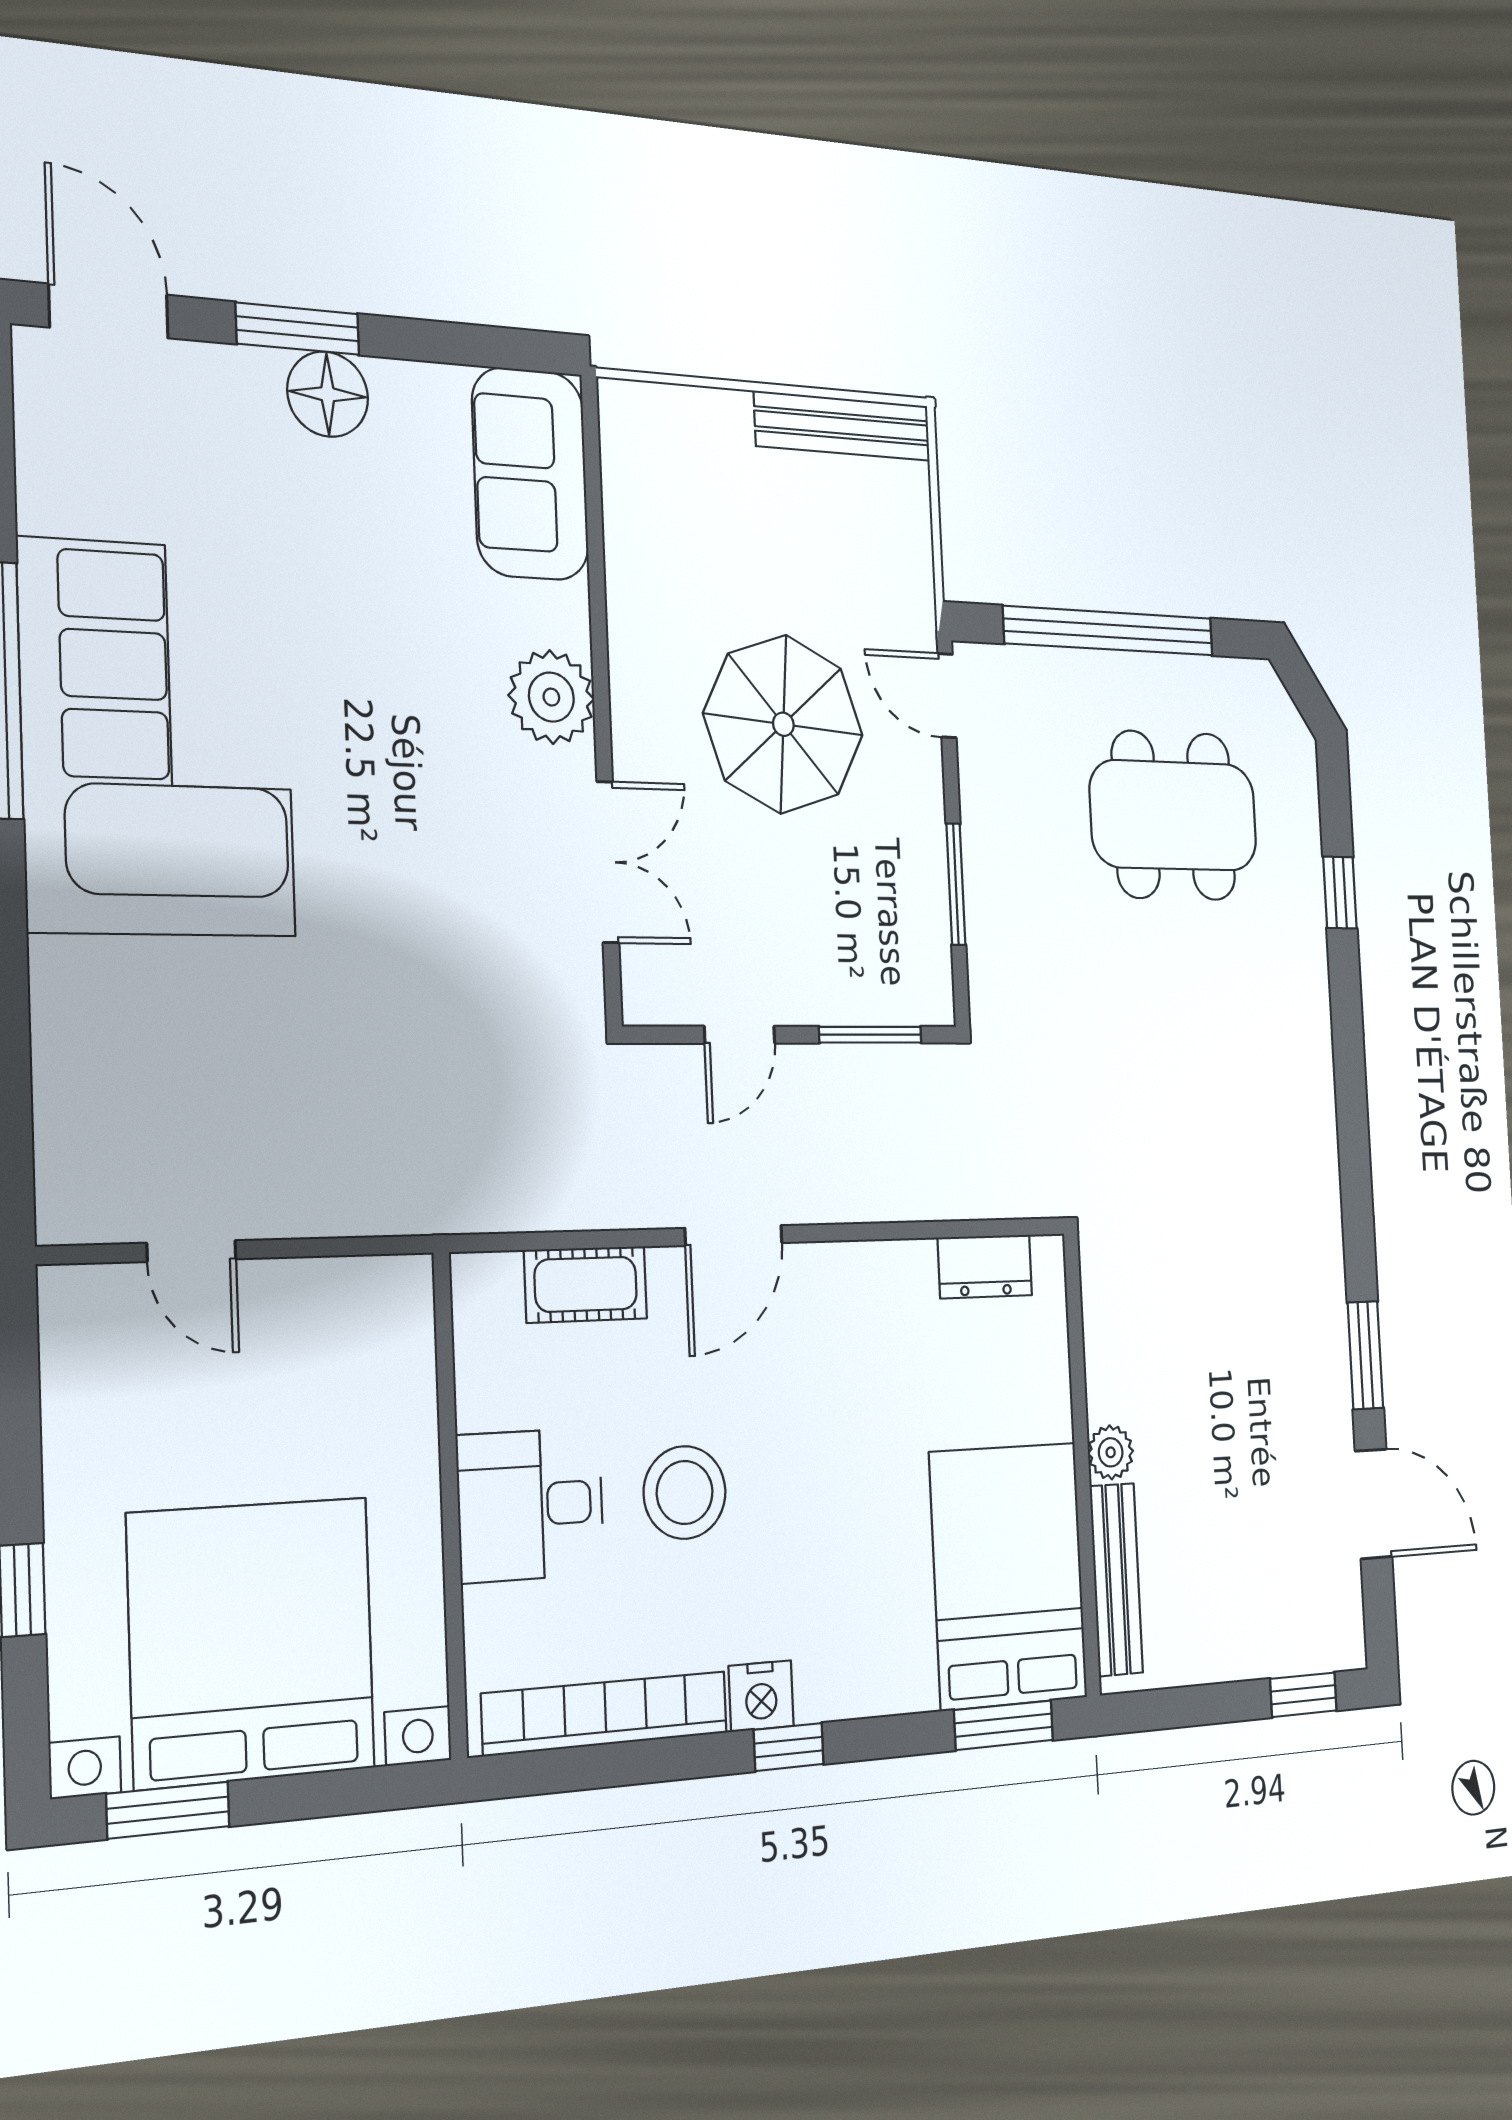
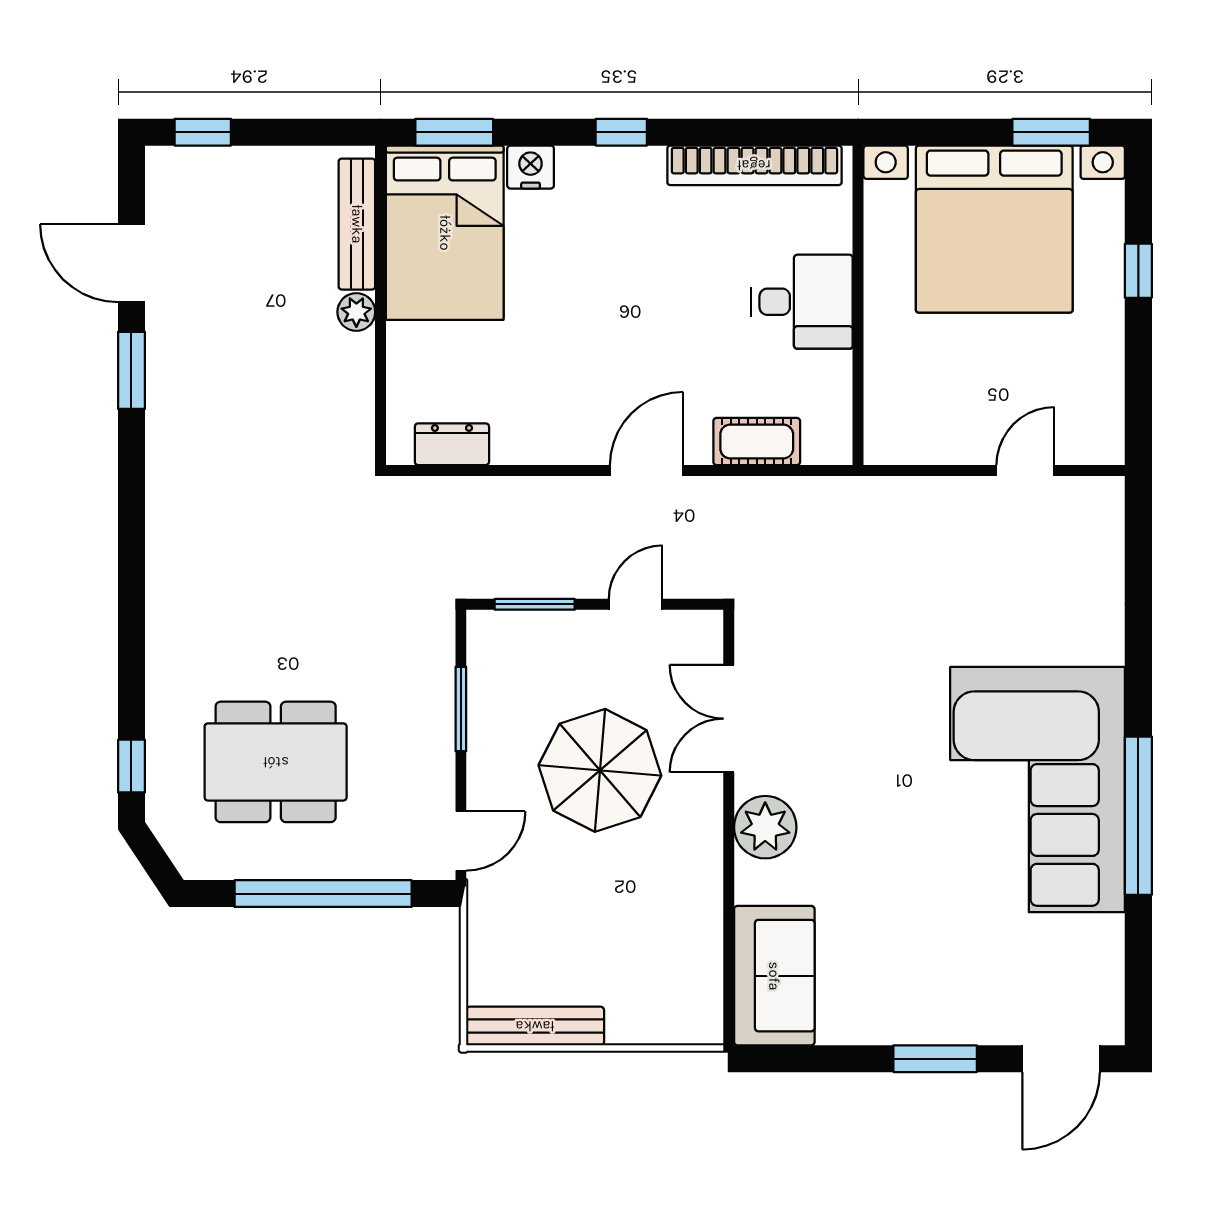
door: (109, 311) -> (1061, 1059), hinge flipped
floor lamp: (328, 394) -> (916, 1018), removed
door: (947, 696) -> (461, 841), hinge flipped
parasol: (783, 724) -> (600, 770), moved
window: (1340, 893) -> (131, 766), moved
door: (191, 1251) -> (1025, 470), hinge flipped
stool: (685, 1492) -> (691, 303), removed
nightstand: (761, 1696) -> (531, 167), moved

